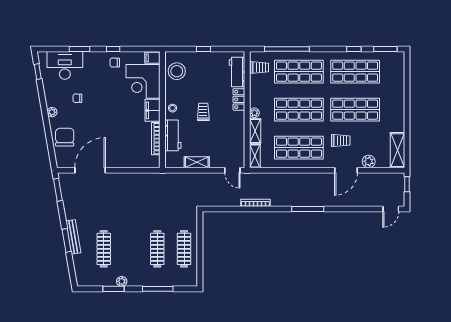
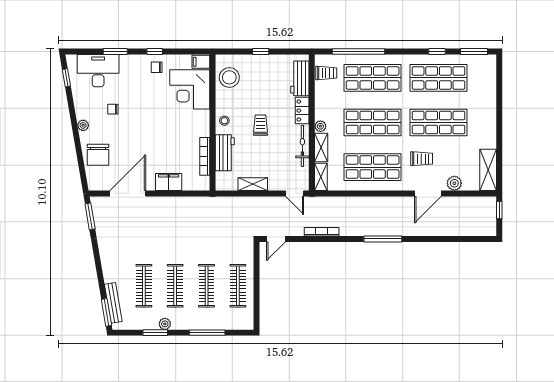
filing cabinet: (153, 110) -> (169, 182), moved, turned 90
bicycle: (239, 130) -> (302, 146), added
chair: (65, 137) -> (98, 155), turned 180
door: (391, 209) -> (276, 239), moved
bench: (73, 237) -> (113, 303), moved
window: (67, 240) -> (106, 312), moved
clothes rail: (131, 249) -> (175, 286), added

